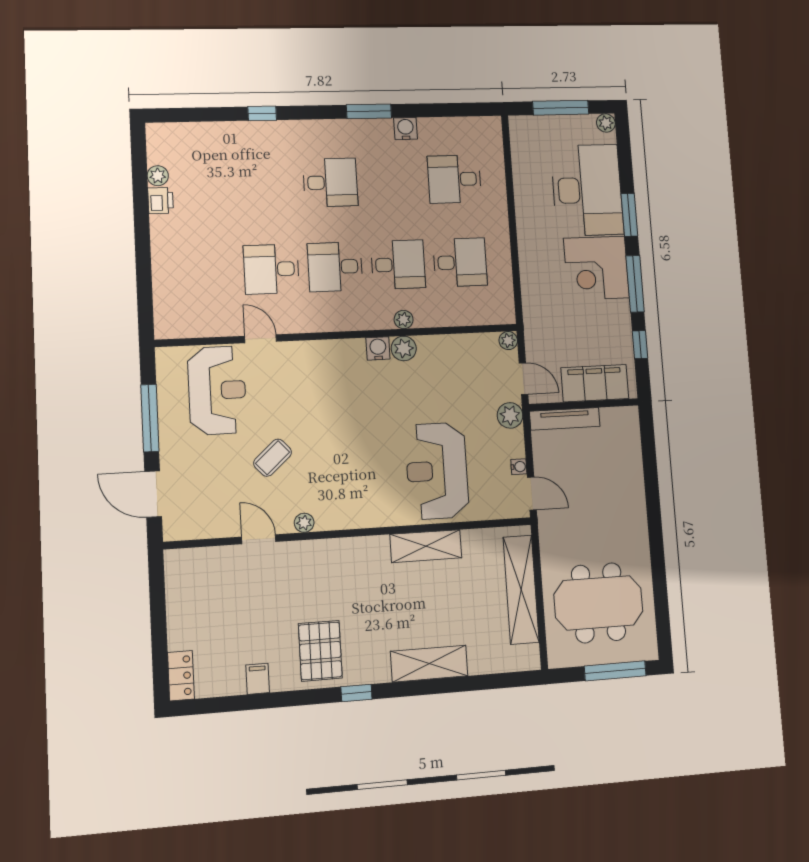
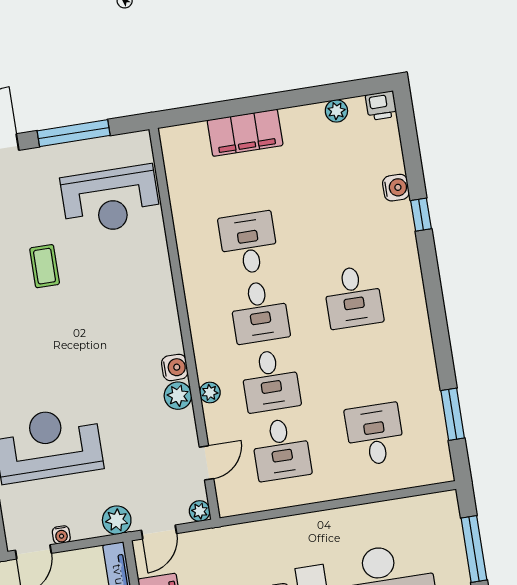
window: (369, 111) -> (453, 414), moved
water cooler: (405, 129) -> (396, 188), moved
printer: (161, 201) -> (381, 106), moved
filing cabinet: (168, 260) -> (245, 133), added
desk: (335, 267) -> (260, 312), turned 180
door: (261, 339) -> (206, 463), moved
coffee table: (273, 458) -> (45, 266), turned 42

